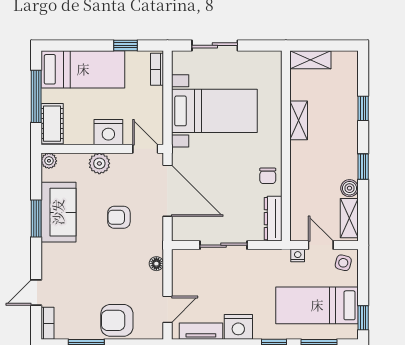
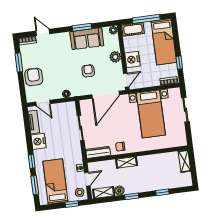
shelving: (299, 120) -> (127, 162), moved
window: (363, 318) -> (72, 204), moved

